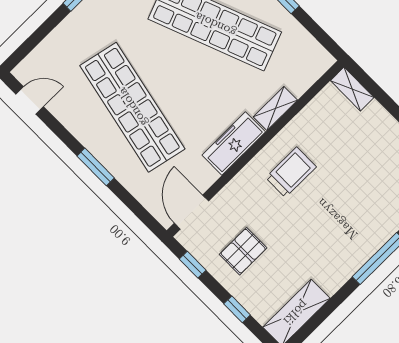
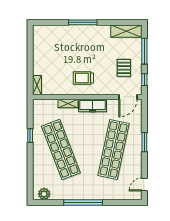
door: (30, 100) -> (144, 184), hinge flipped
pallet: (243, 251) -> (124, 68), turned 90
window: (237, 309) -> (144, 51), width x2.17

